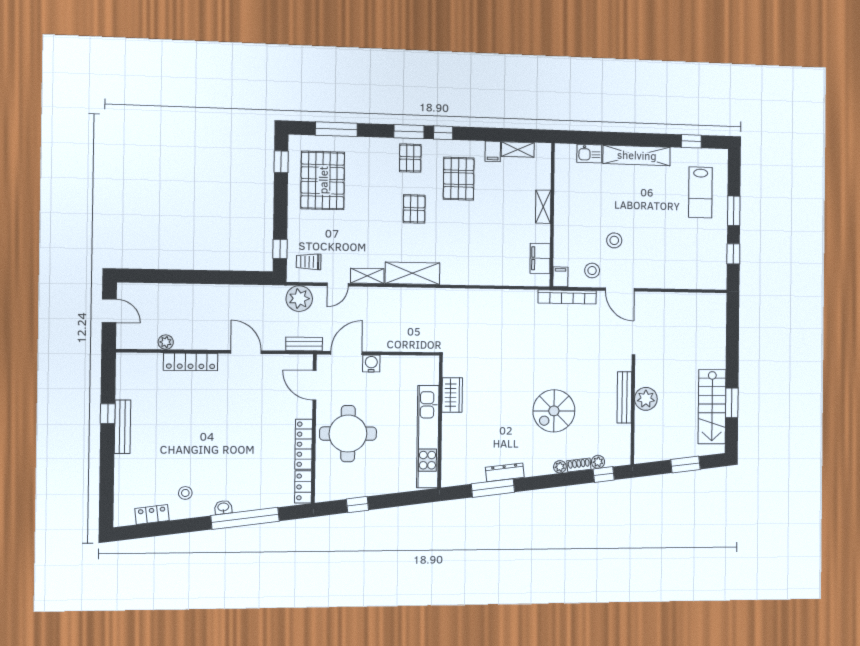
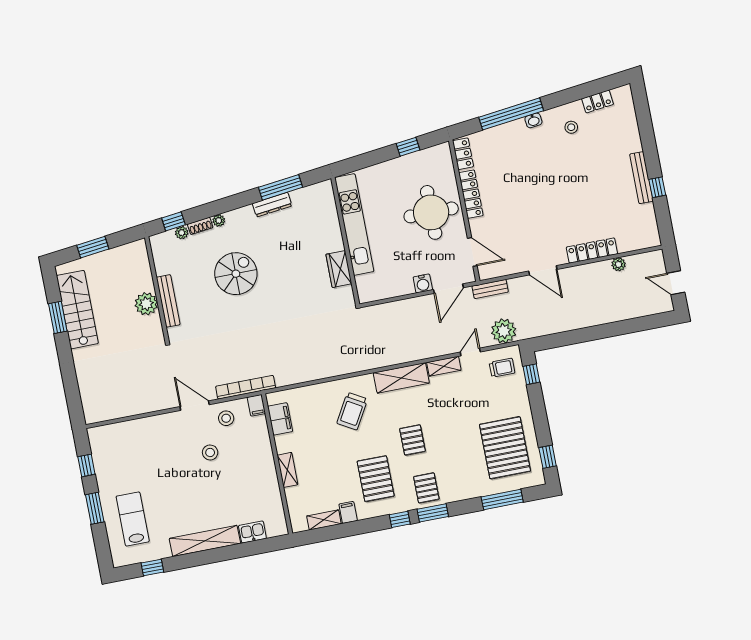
trolley: (468, 251) -> (352, 411), added

